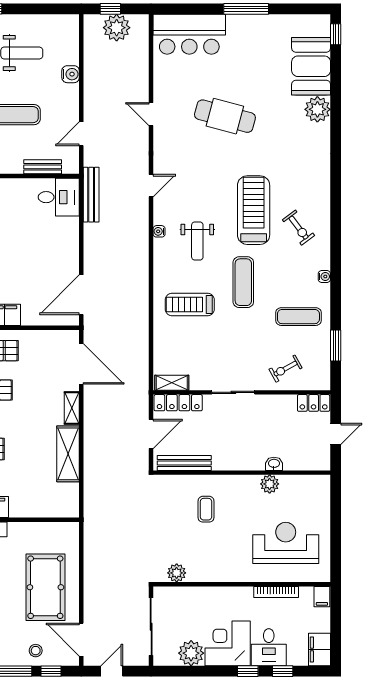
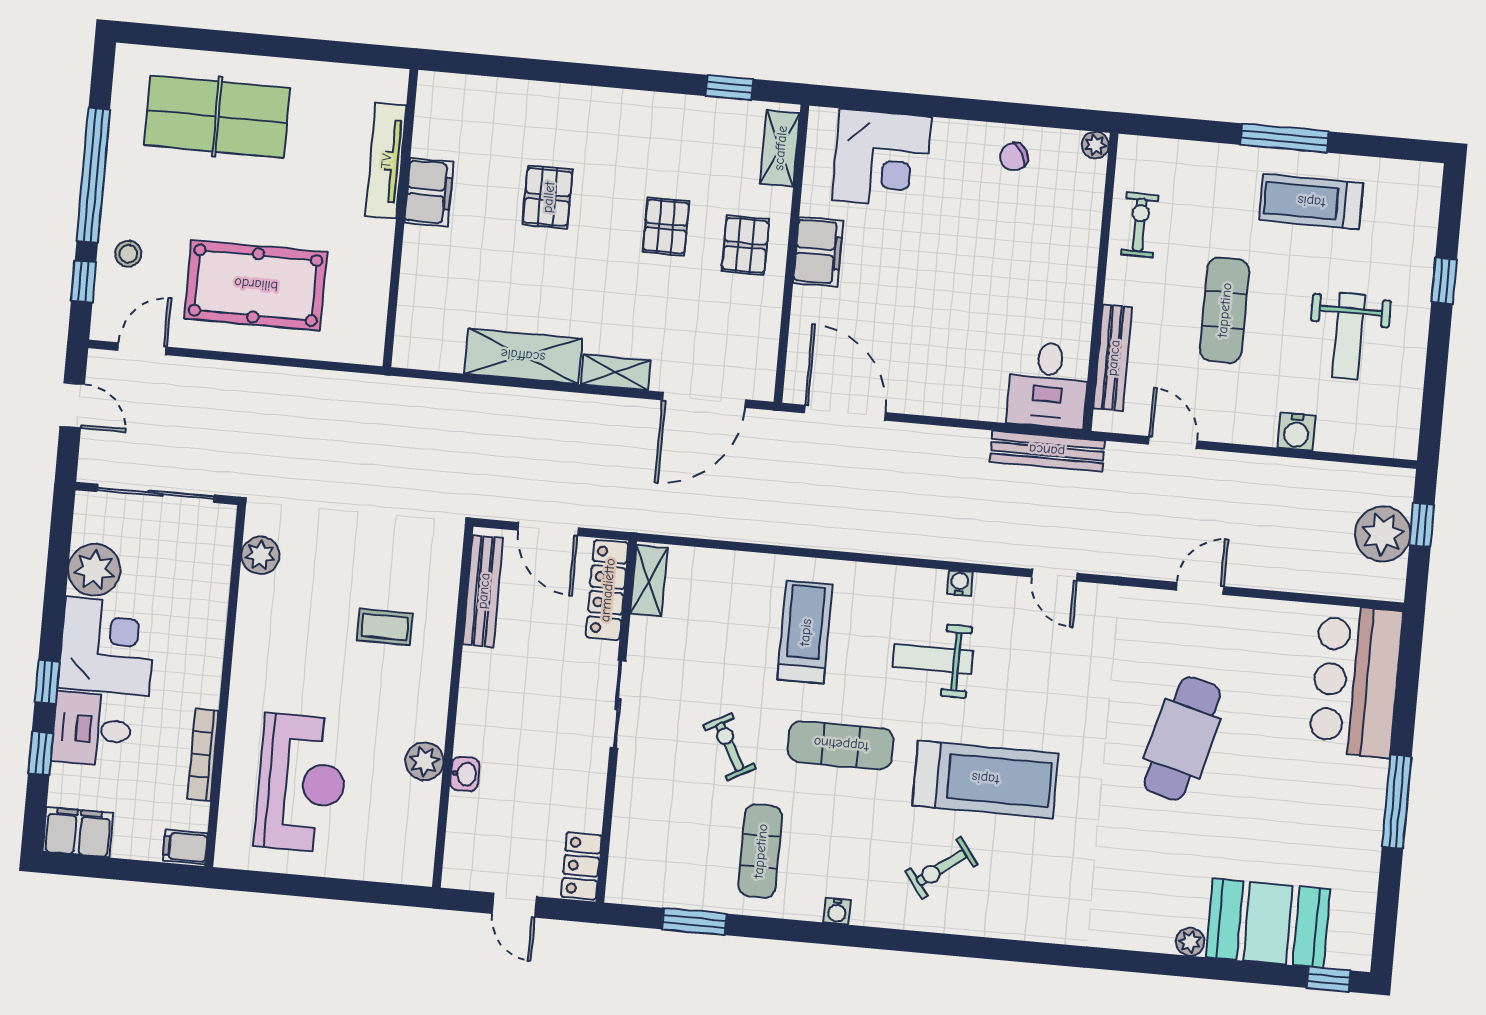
plant: (317, 109) -> (1190, 942), width x0.53, depth x0.53
bench: (43, 167) -> (1113, 358), width x1.36
exercise bike: (286, 369) -> (730, 747), moved
door: (81, 640) -> (142, 349), width x0.73

